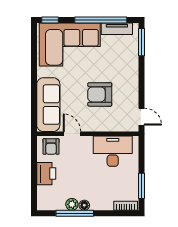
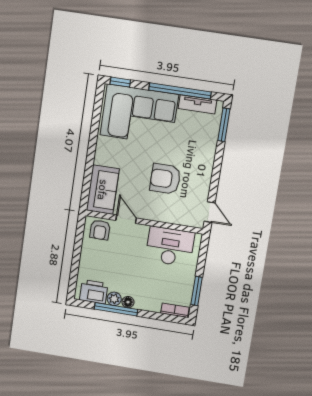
sofa: (48, 105) -> (103, 190), width x0.73
printer: (46, 174) -> (94, 292), moved, turned -90

